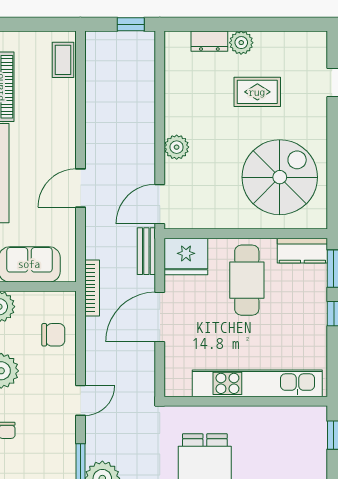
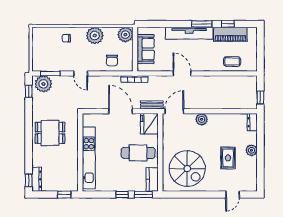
dresser: (209, 41) -> (252, 122), moved
coffee table: (63, 60) -> (232, 62), moved
door: (160, 204) -> (174, 111), hinge flipped

